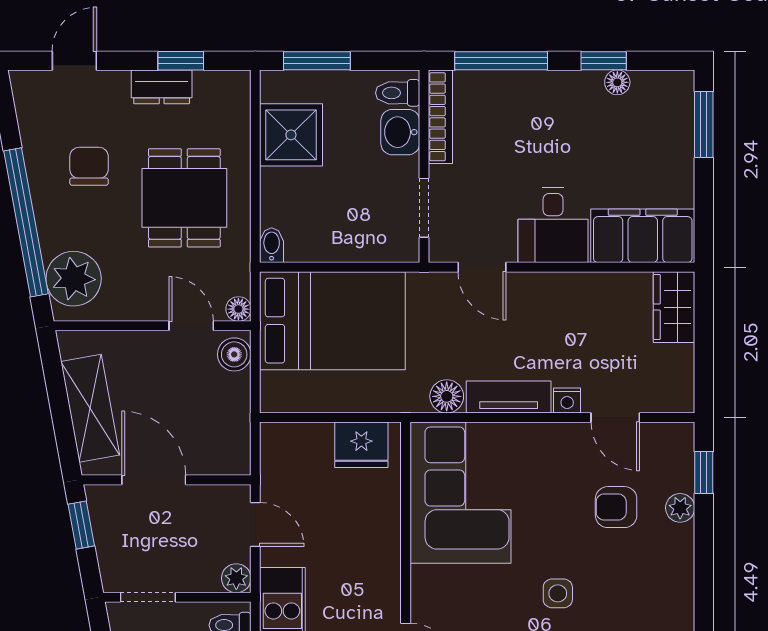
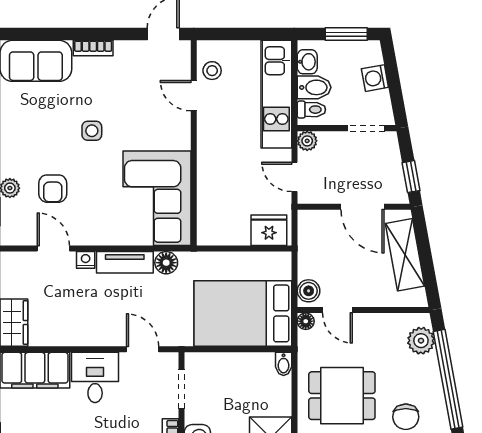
dining table: (184, 198) -> (342, 396), turned 90
plant: (74, 279) -> (421, 341), width x0.73, depth x0.73
fridge: (361, 445) -> (269, 230), moved
armchair: (616, 507) -> (53, 189), turned 90

